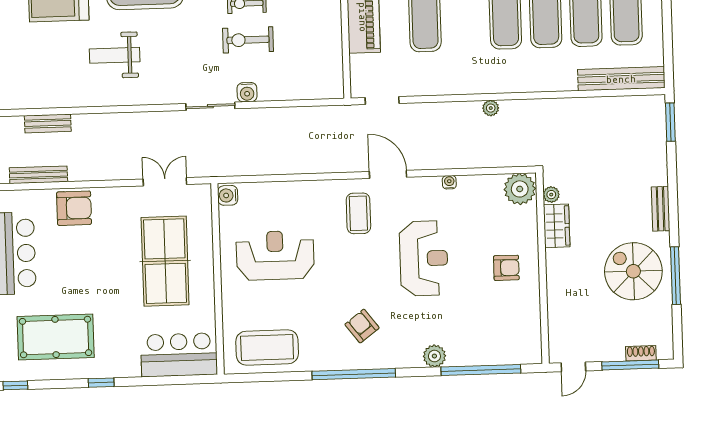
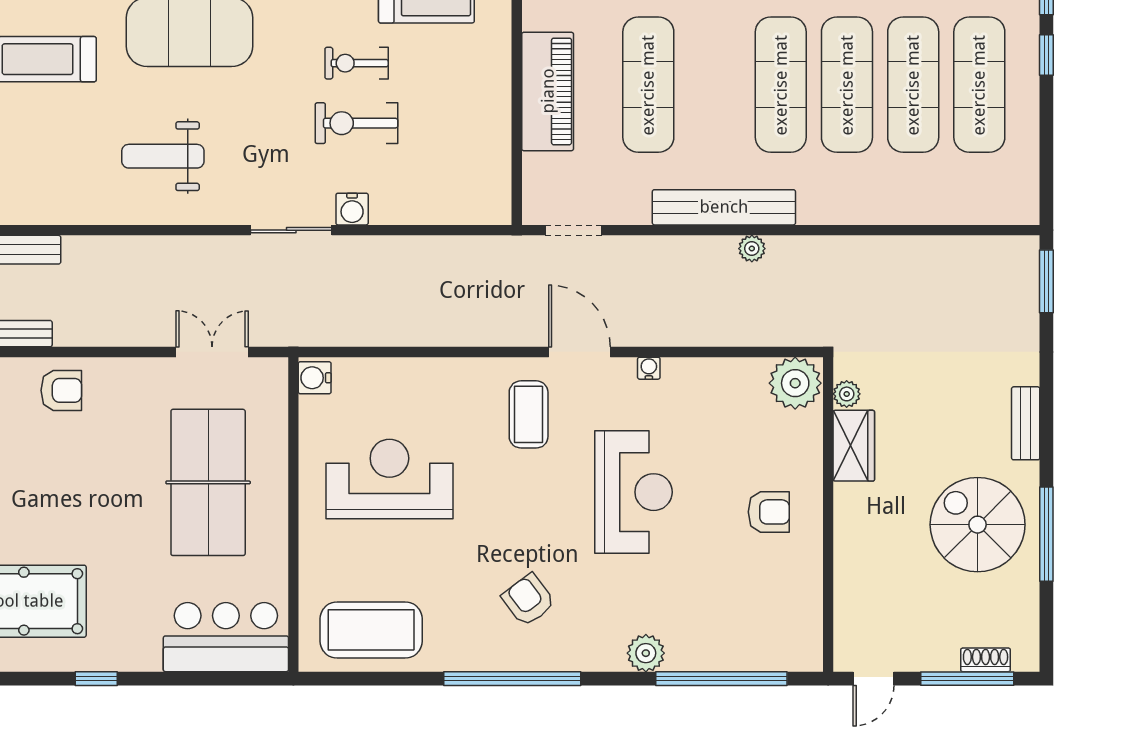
weight bench: (115, 55) -> (163, 156), moved
bench: (621, 79) -> (724, 207), moved
water cooler: (449, 182) -> (649, 368), moved
armchair: (74, 208) -> (61, 390), width x0.72, depth x0.72

